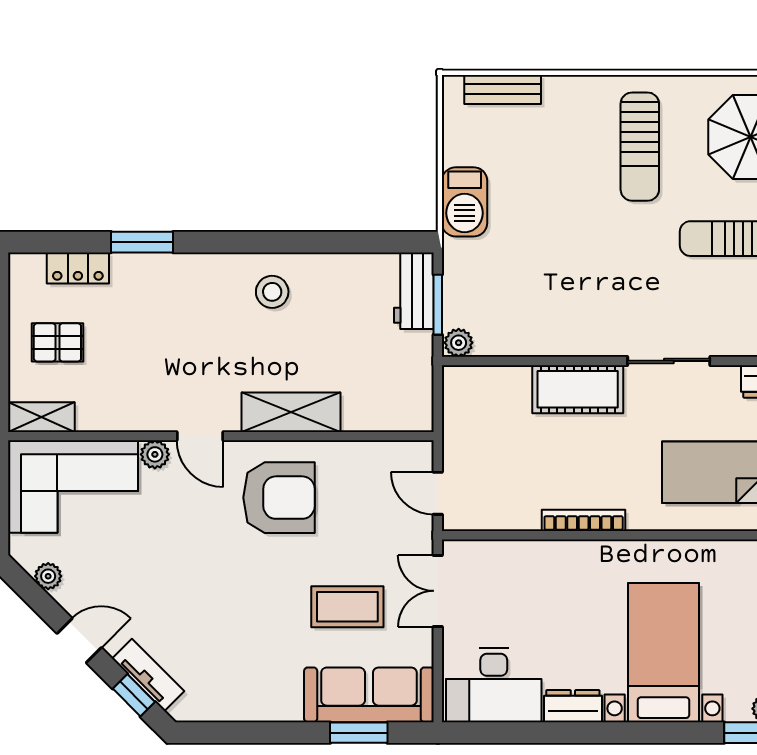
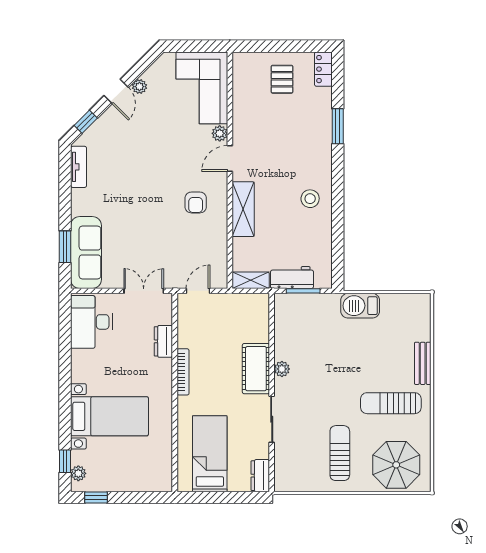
bench: (503, 89) -> (423, 363), moved
locker: (78, 268) -> (323, 69), moved
workbench: (414, 291) -> (292, 277), moved
plant: (459, 343) -> (282, 369), moved
shelving: (41, 417) -> (251, 280), moved, turned 90
armchair: (279, 498) -> (196, 202), width x0.53, depth x0.53
plant: (48, 576) -> (139, 87), moved
coffee table: (347, 607) -> (135, 240), removed
tv unit: (148, 675) -> (79, 167), moved, turned -45
dresser: (573, 706) -> (163, 341), moved, turned 180

